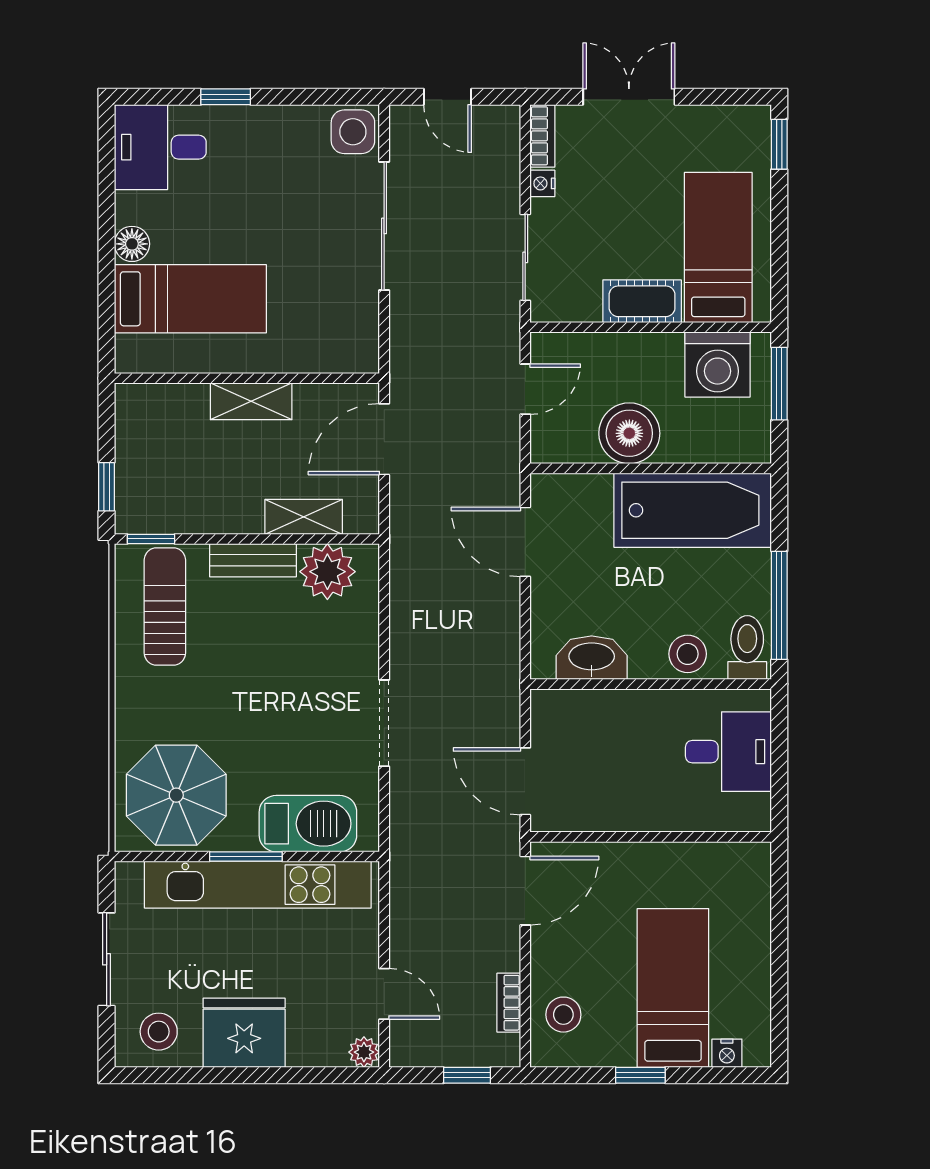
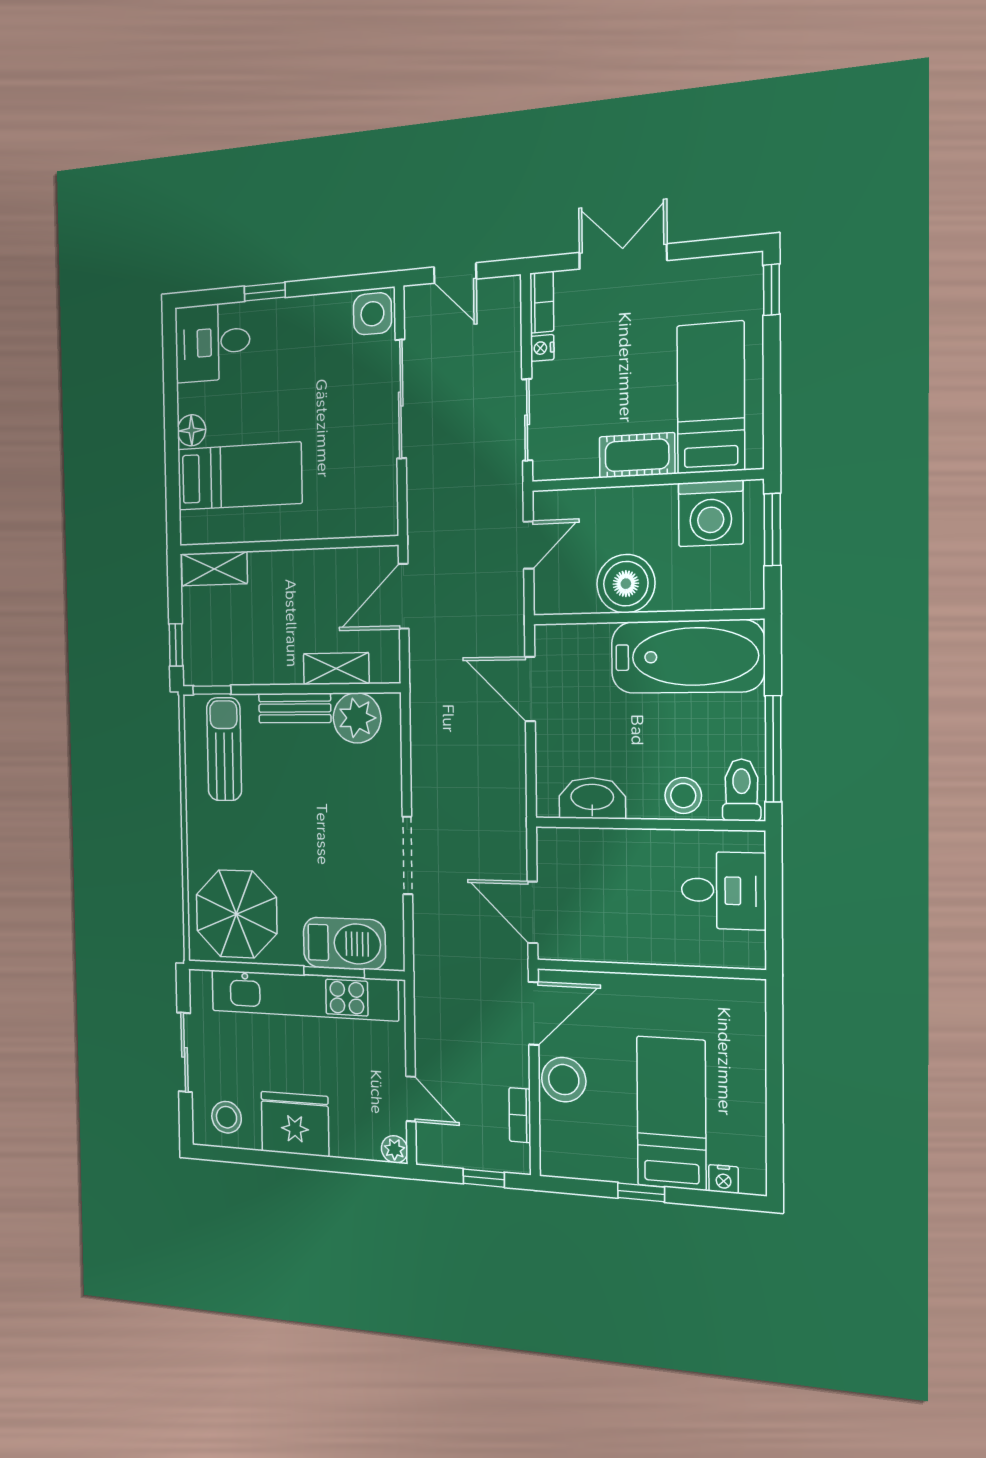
shelving: (251, 401) -> (214, 569), moved
window: (246, 857) -> (334, 972), moved
stool: (563, 1015) -> (564, 1080), moved, width x1.38, depth x1.38

